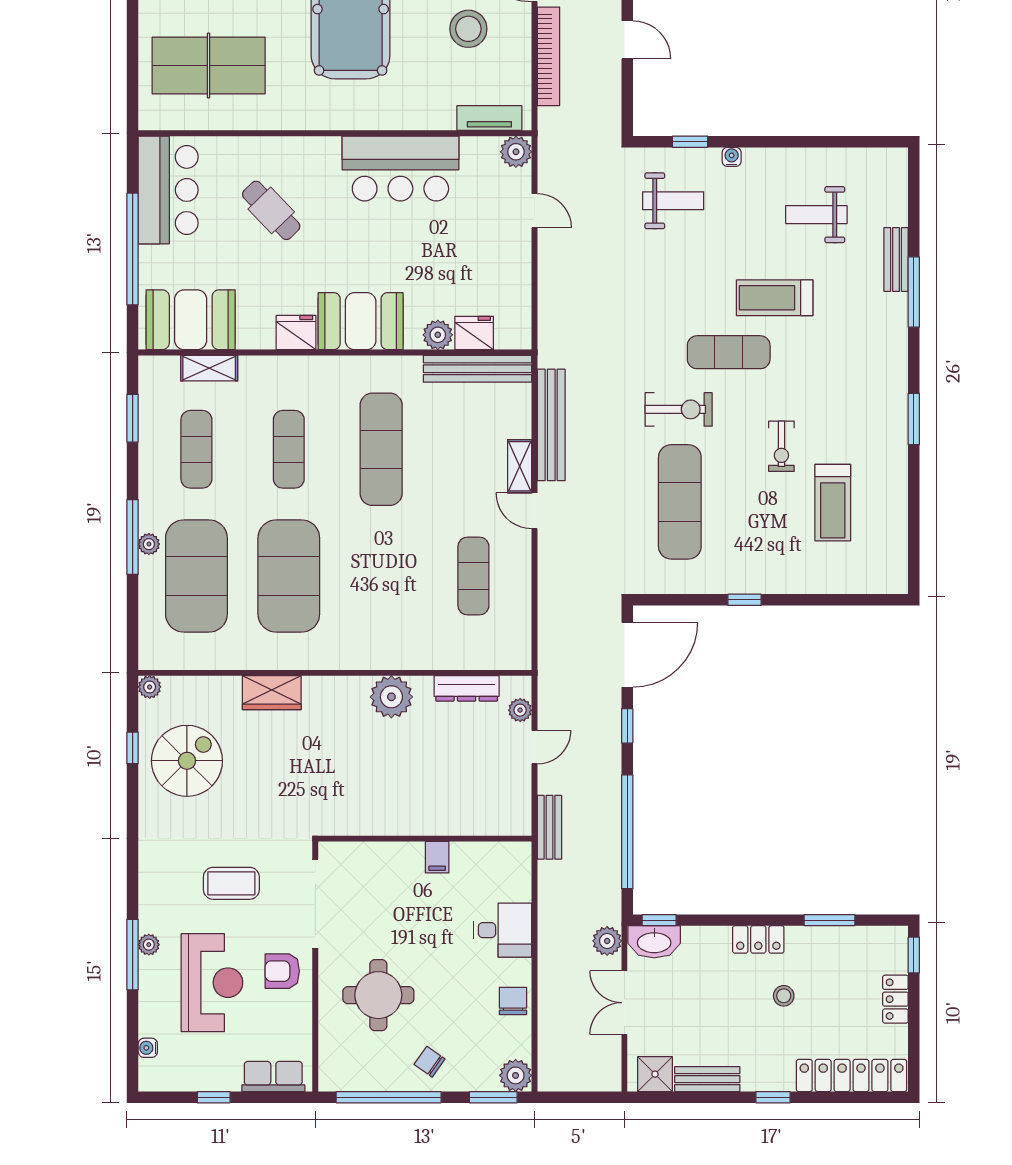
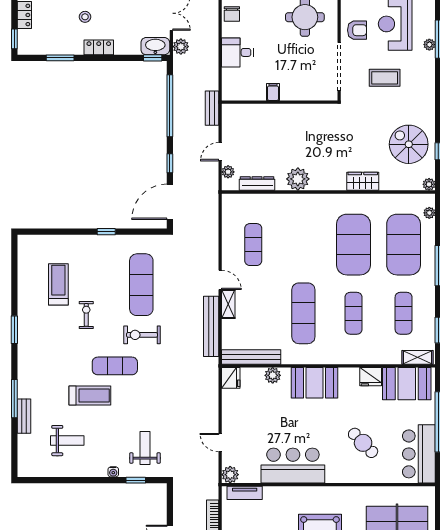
weight bench: (673, 201) -> (145, 448), turned 90
fridge: (296, 333) -> (371, 377), moved
fridge: (474, 333) -> (231, 378), moved, turned -90
shelving: (209, 368) -> (418, 357), moved
plant: (149, 544) -> (429, 213), moved
spiral stairs: (187, 761) -> (409, 144), turned 90

